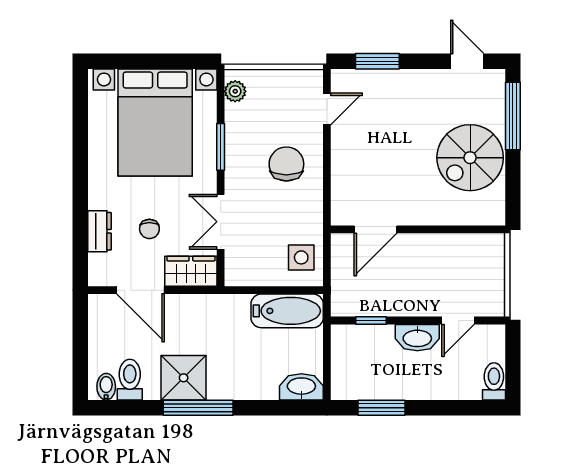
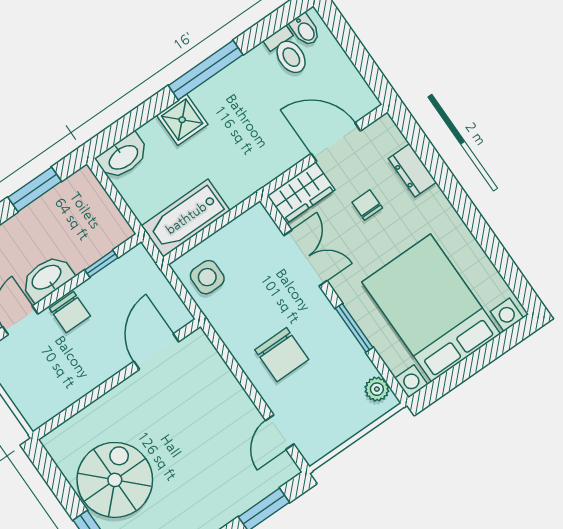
chair: (418, 301) -> (70, 312), added
shower: (184, 378) -> (182, 120), moved, width x0.73, depth x0.73

